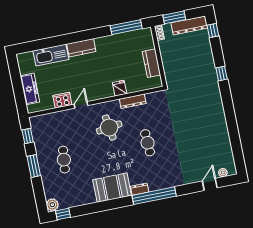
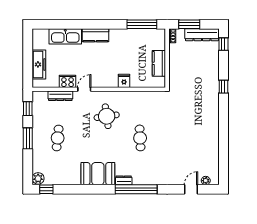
dresser: (133, 101) -> (60, 96), moved

